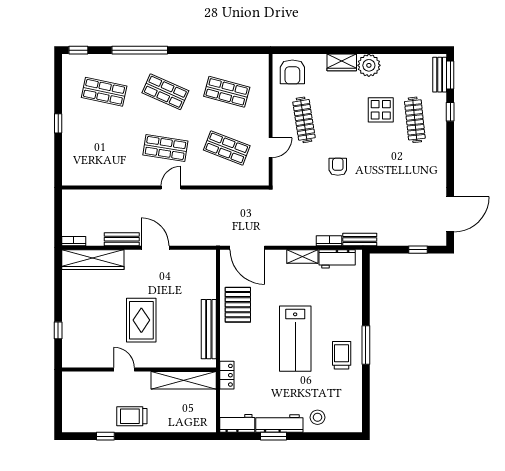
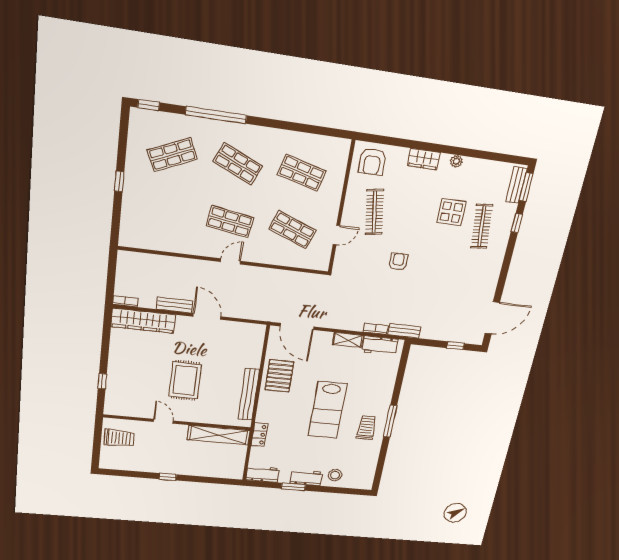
plant: (369, 65) -> (456, 161), width x0.53, depth x0.53
shop shelf: (104, 92) -> (172, 155), turned -36
trolley: (132, 416) -> (119, 438), moved, turned 180
workbench: (279, 424) -> (306, 478), width x0.73
window: (105, 436) -> (168, 477), moved

